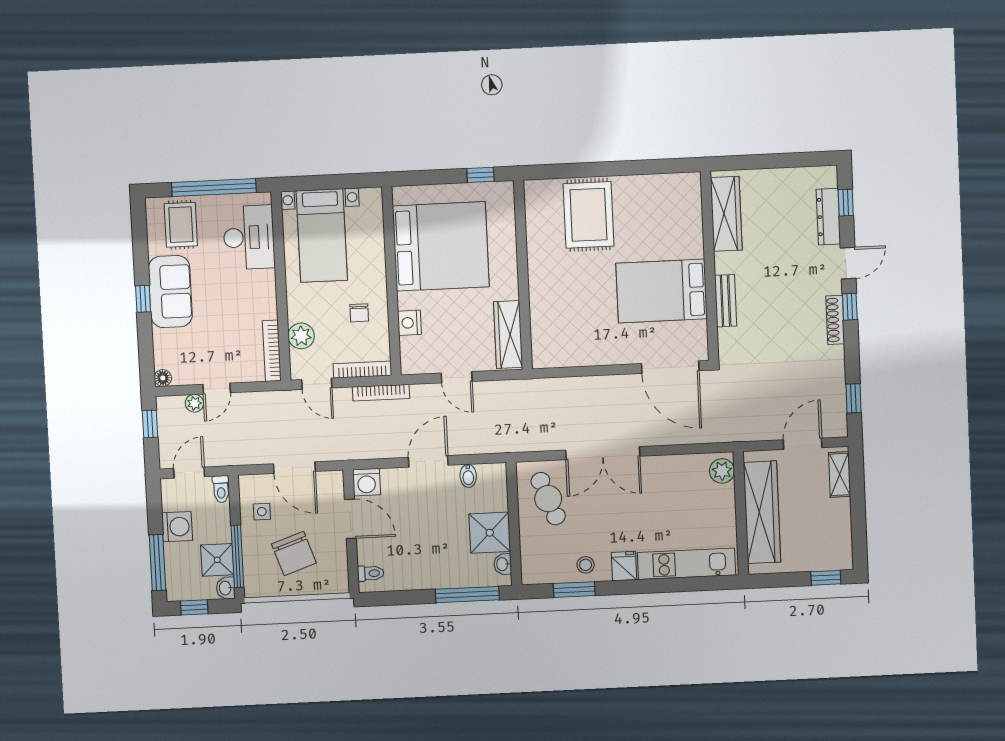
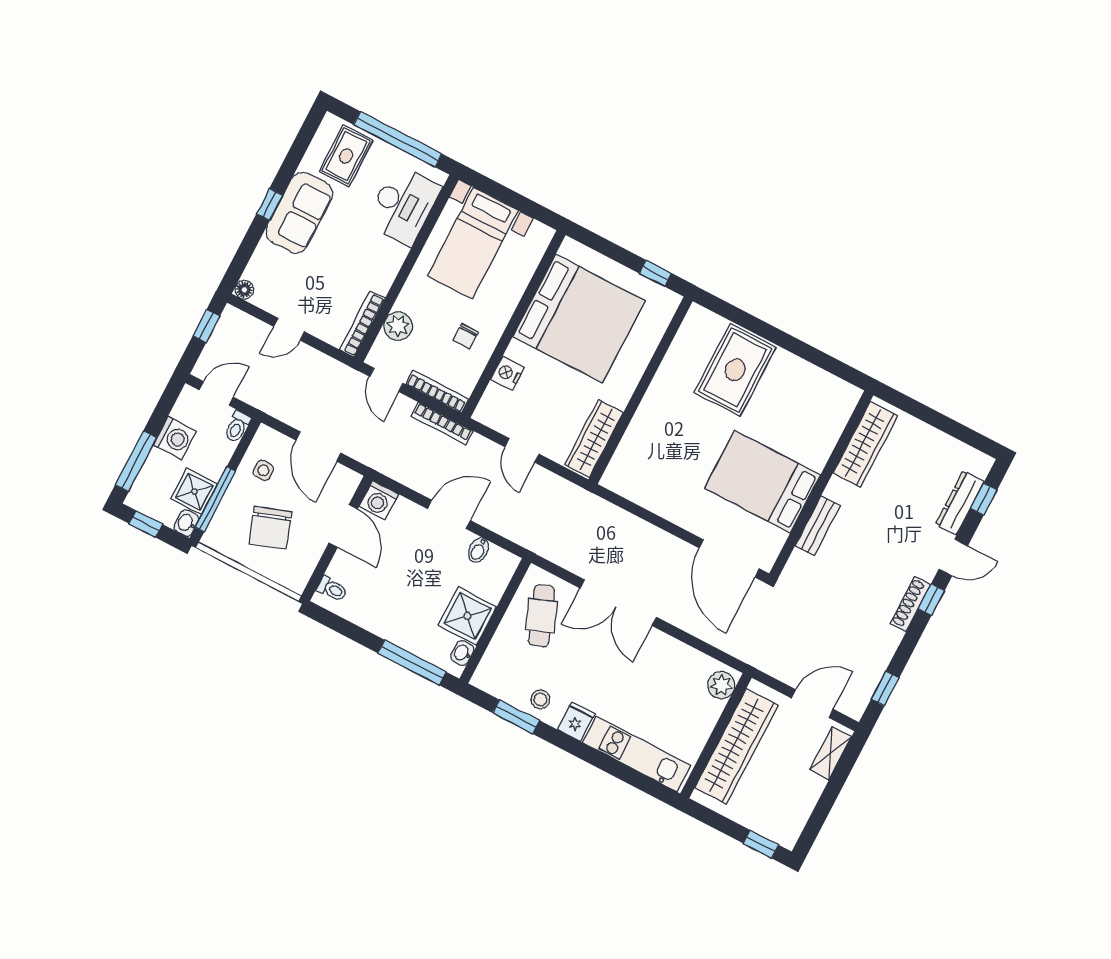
plant: (194, 403) -> (260, 331), removed

